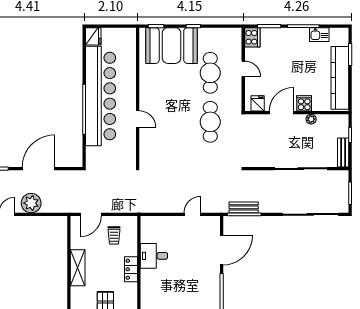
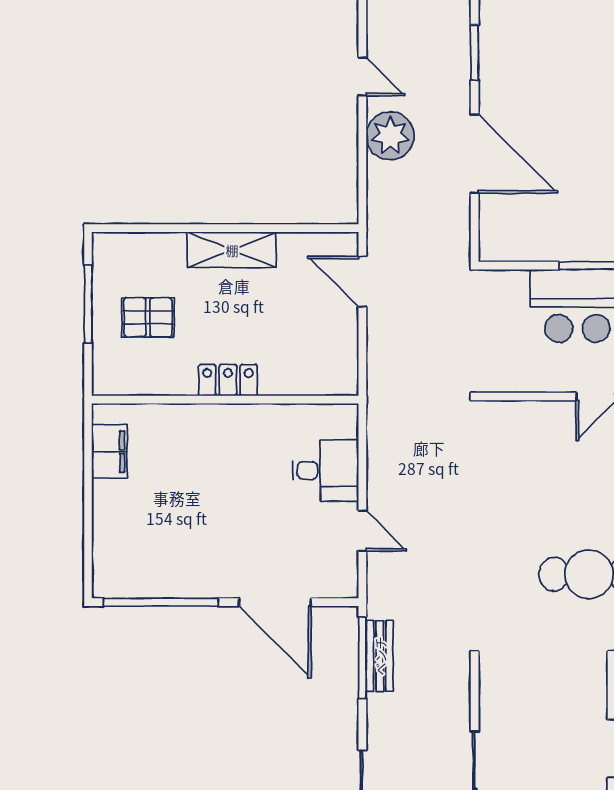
trolley: (114, 235) -> (311, 339), removed
desk: (154, 256) -> (325, 470), moved, turned 90

